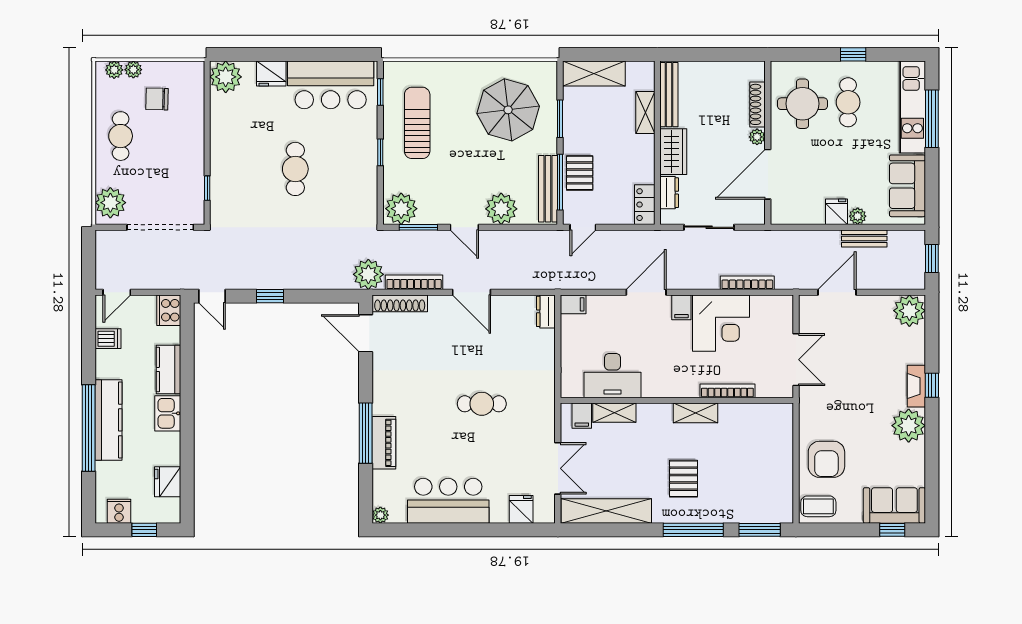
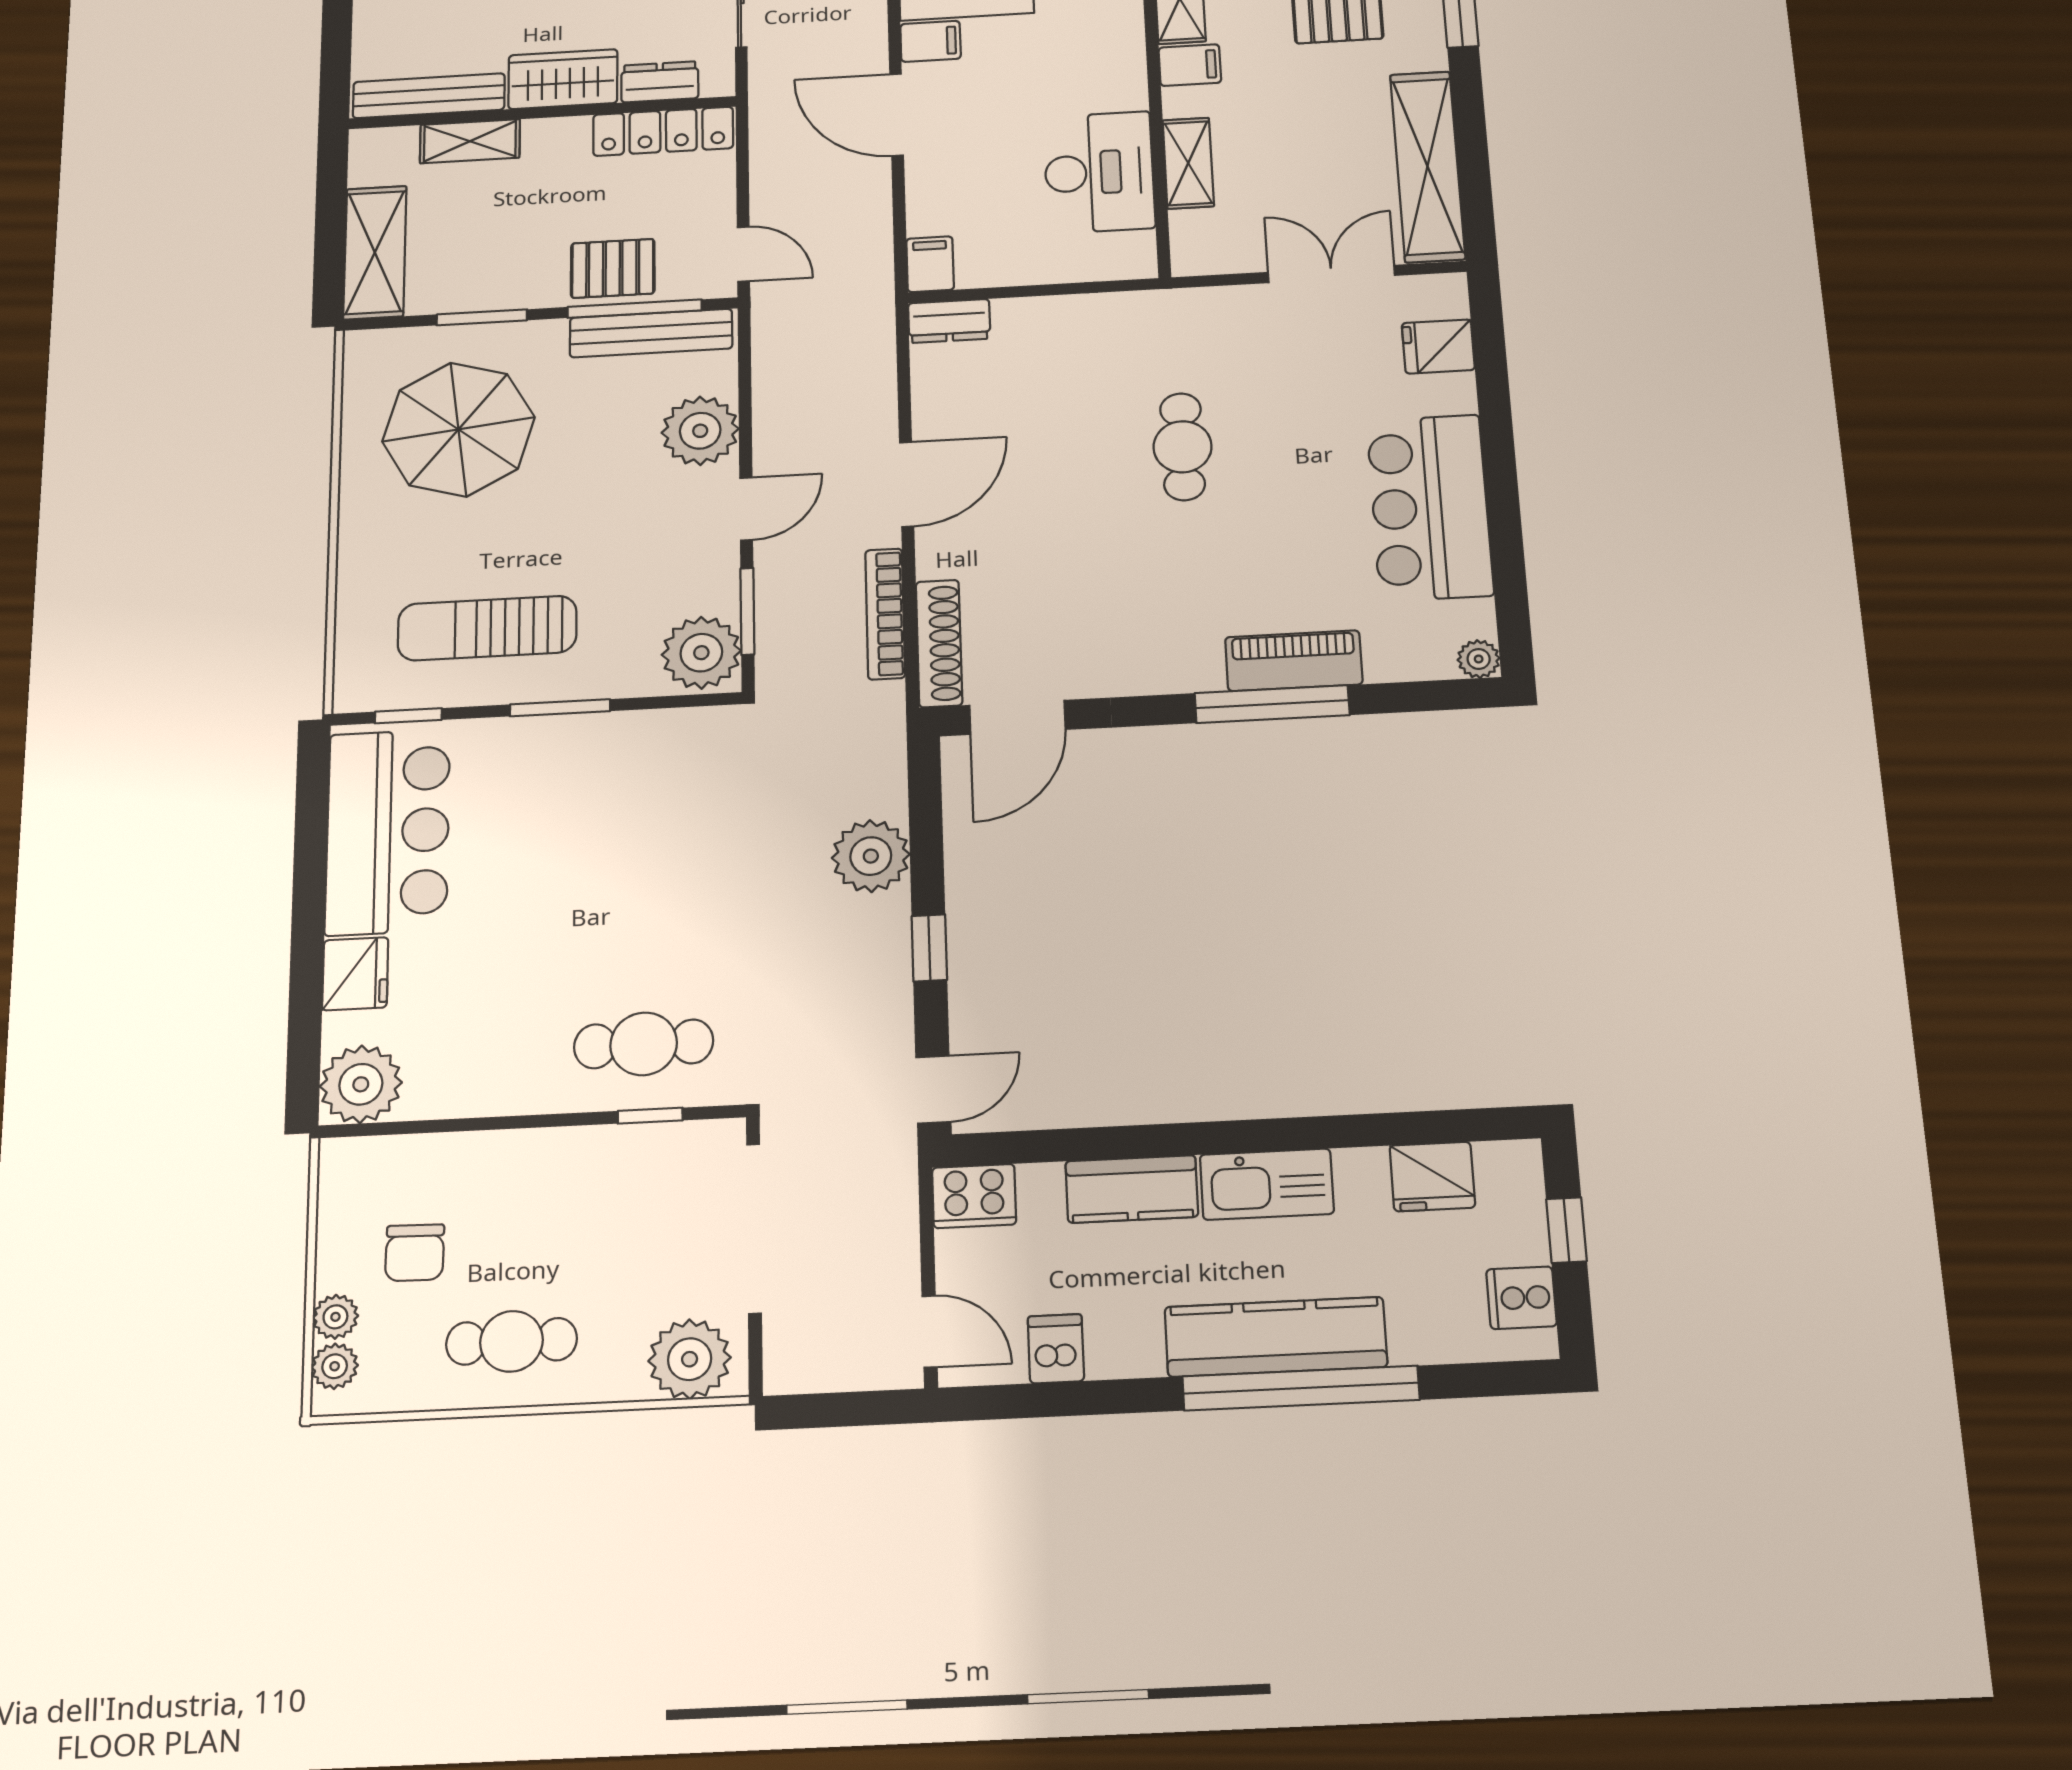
window: (380, 152) -> (560, 708), width x1.50
cafe table: (295, 169) -> (644, 1044), moved
locker: (645, 205) -> (663, 131), width x1.53
plant: (368, 274) -> (871, 856), moved
kitchen sink: (168, 413) -> (1267, 1184), width x1.38
filing cabinet: (582, 416) -> (1190, 65), moved

